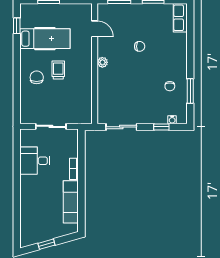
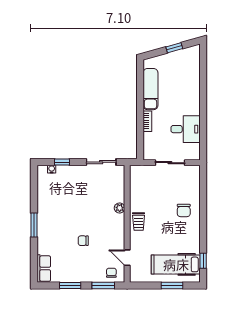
hospital bed: (45, 39) -> (176, 264), moved
plant: (102, 62) -> (120, 208), moved
trolley: (58, 70) -> (139, 222), moved
chair: (170, 86) -> (111, 273), moved
window: (190, 91) -> (34, 225), moved

